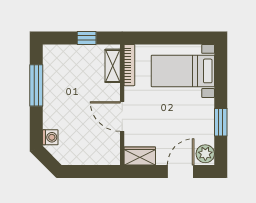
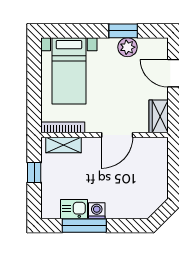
kitchen sink: (52, 76) -> (74, 209), added
washing machine: (50, 137) -> (97, 211), moved
plant: (205, 154) -> (128, 47), moved

